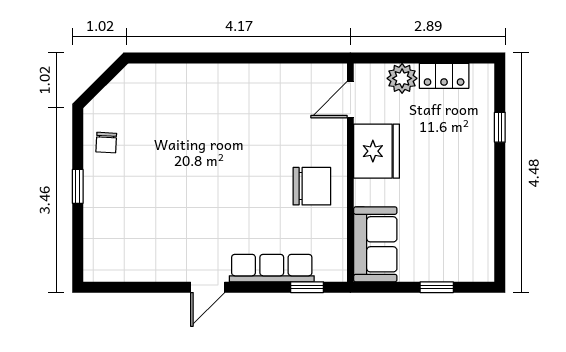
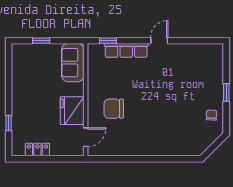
plant: (402, 78) -> (59, 148), removed
chair: (312, 186) -> (114, 109), moved

